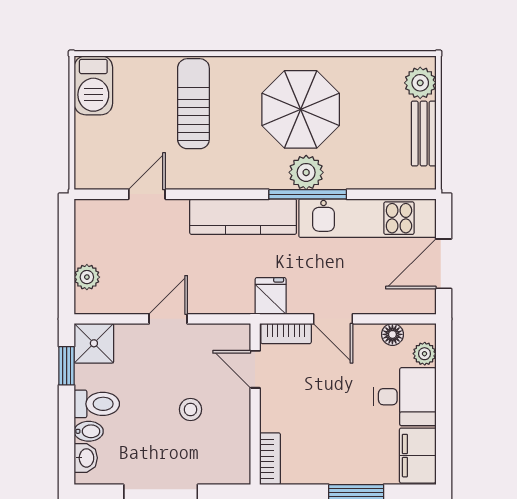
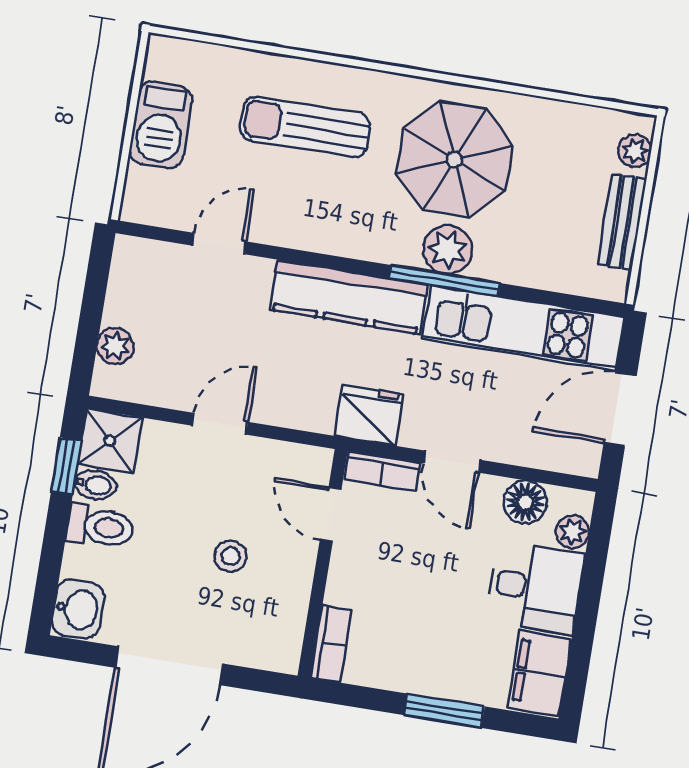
plant: (420, 83) -> (635, 151), width x0.73, depth x0.73
barbecue: (93, 85) -> (161, 125), moved
sun lounger: (193, 104) -> (305, 127), turned -90
fridge: (271, 296) -> (369, 415), width x1.38
floor lamp: (392, 334) -> (525, 502), width x1.37, depth x1.37
bidet: (89, 431) -> (95, 485), moved
washbasin: (86, 458) -> (78, 609), width x1.38, depth x1.45

